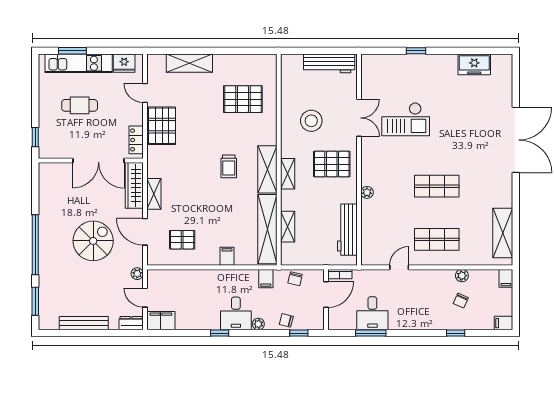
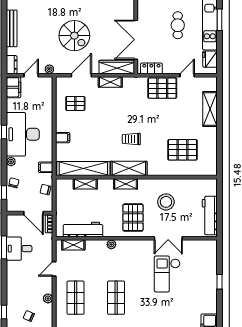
pallet: (243, 99) -> (182, 150), turned 90
pallet: (182, 240) -> (75, 103), turned 90
shelving: (368, 242) -> (73, 245), added
door: (399, 267) -> (54, 269), swing flipped
plant: (462, 276) -> (48, 298), moved
desk: (236, 313) -> (23, 134), width x1.87, depth x1.30

